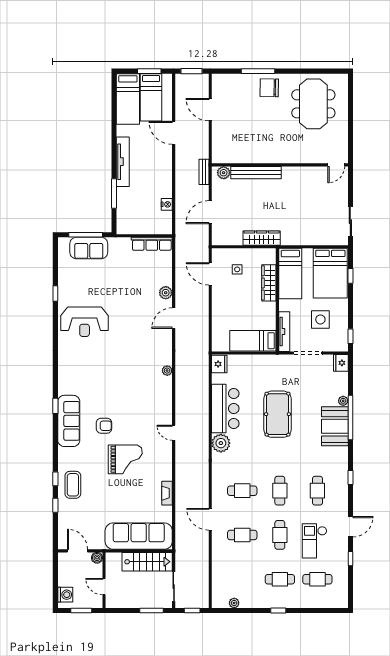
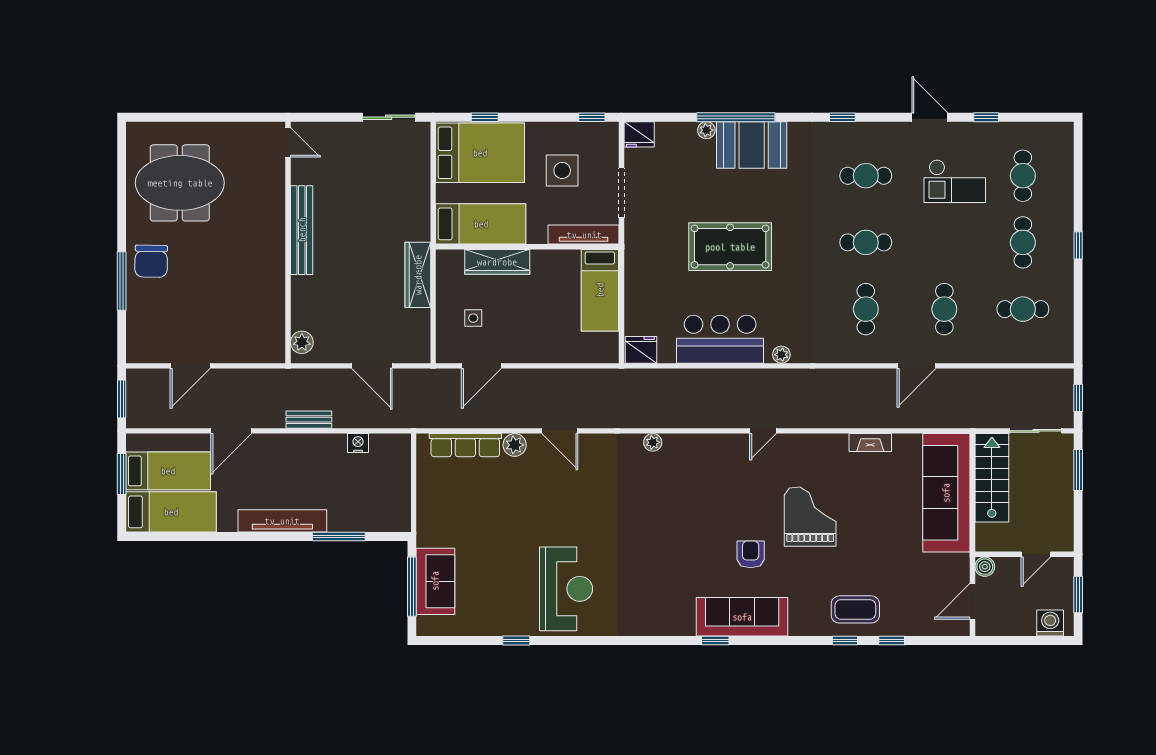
bench: (204, 172) -> (309, 420), moved
bench: (256, 173) -> (302, 230), moved
row of seats: (152, 244) -> (465, 445), moved, turned 90
plant: (221, 443) -> (781, 355), width x0.53, depth x0.53
cafe table: (280, 535) -> (1023, 309), moved
plant: (234, 603) -> (1065, 324), removed

